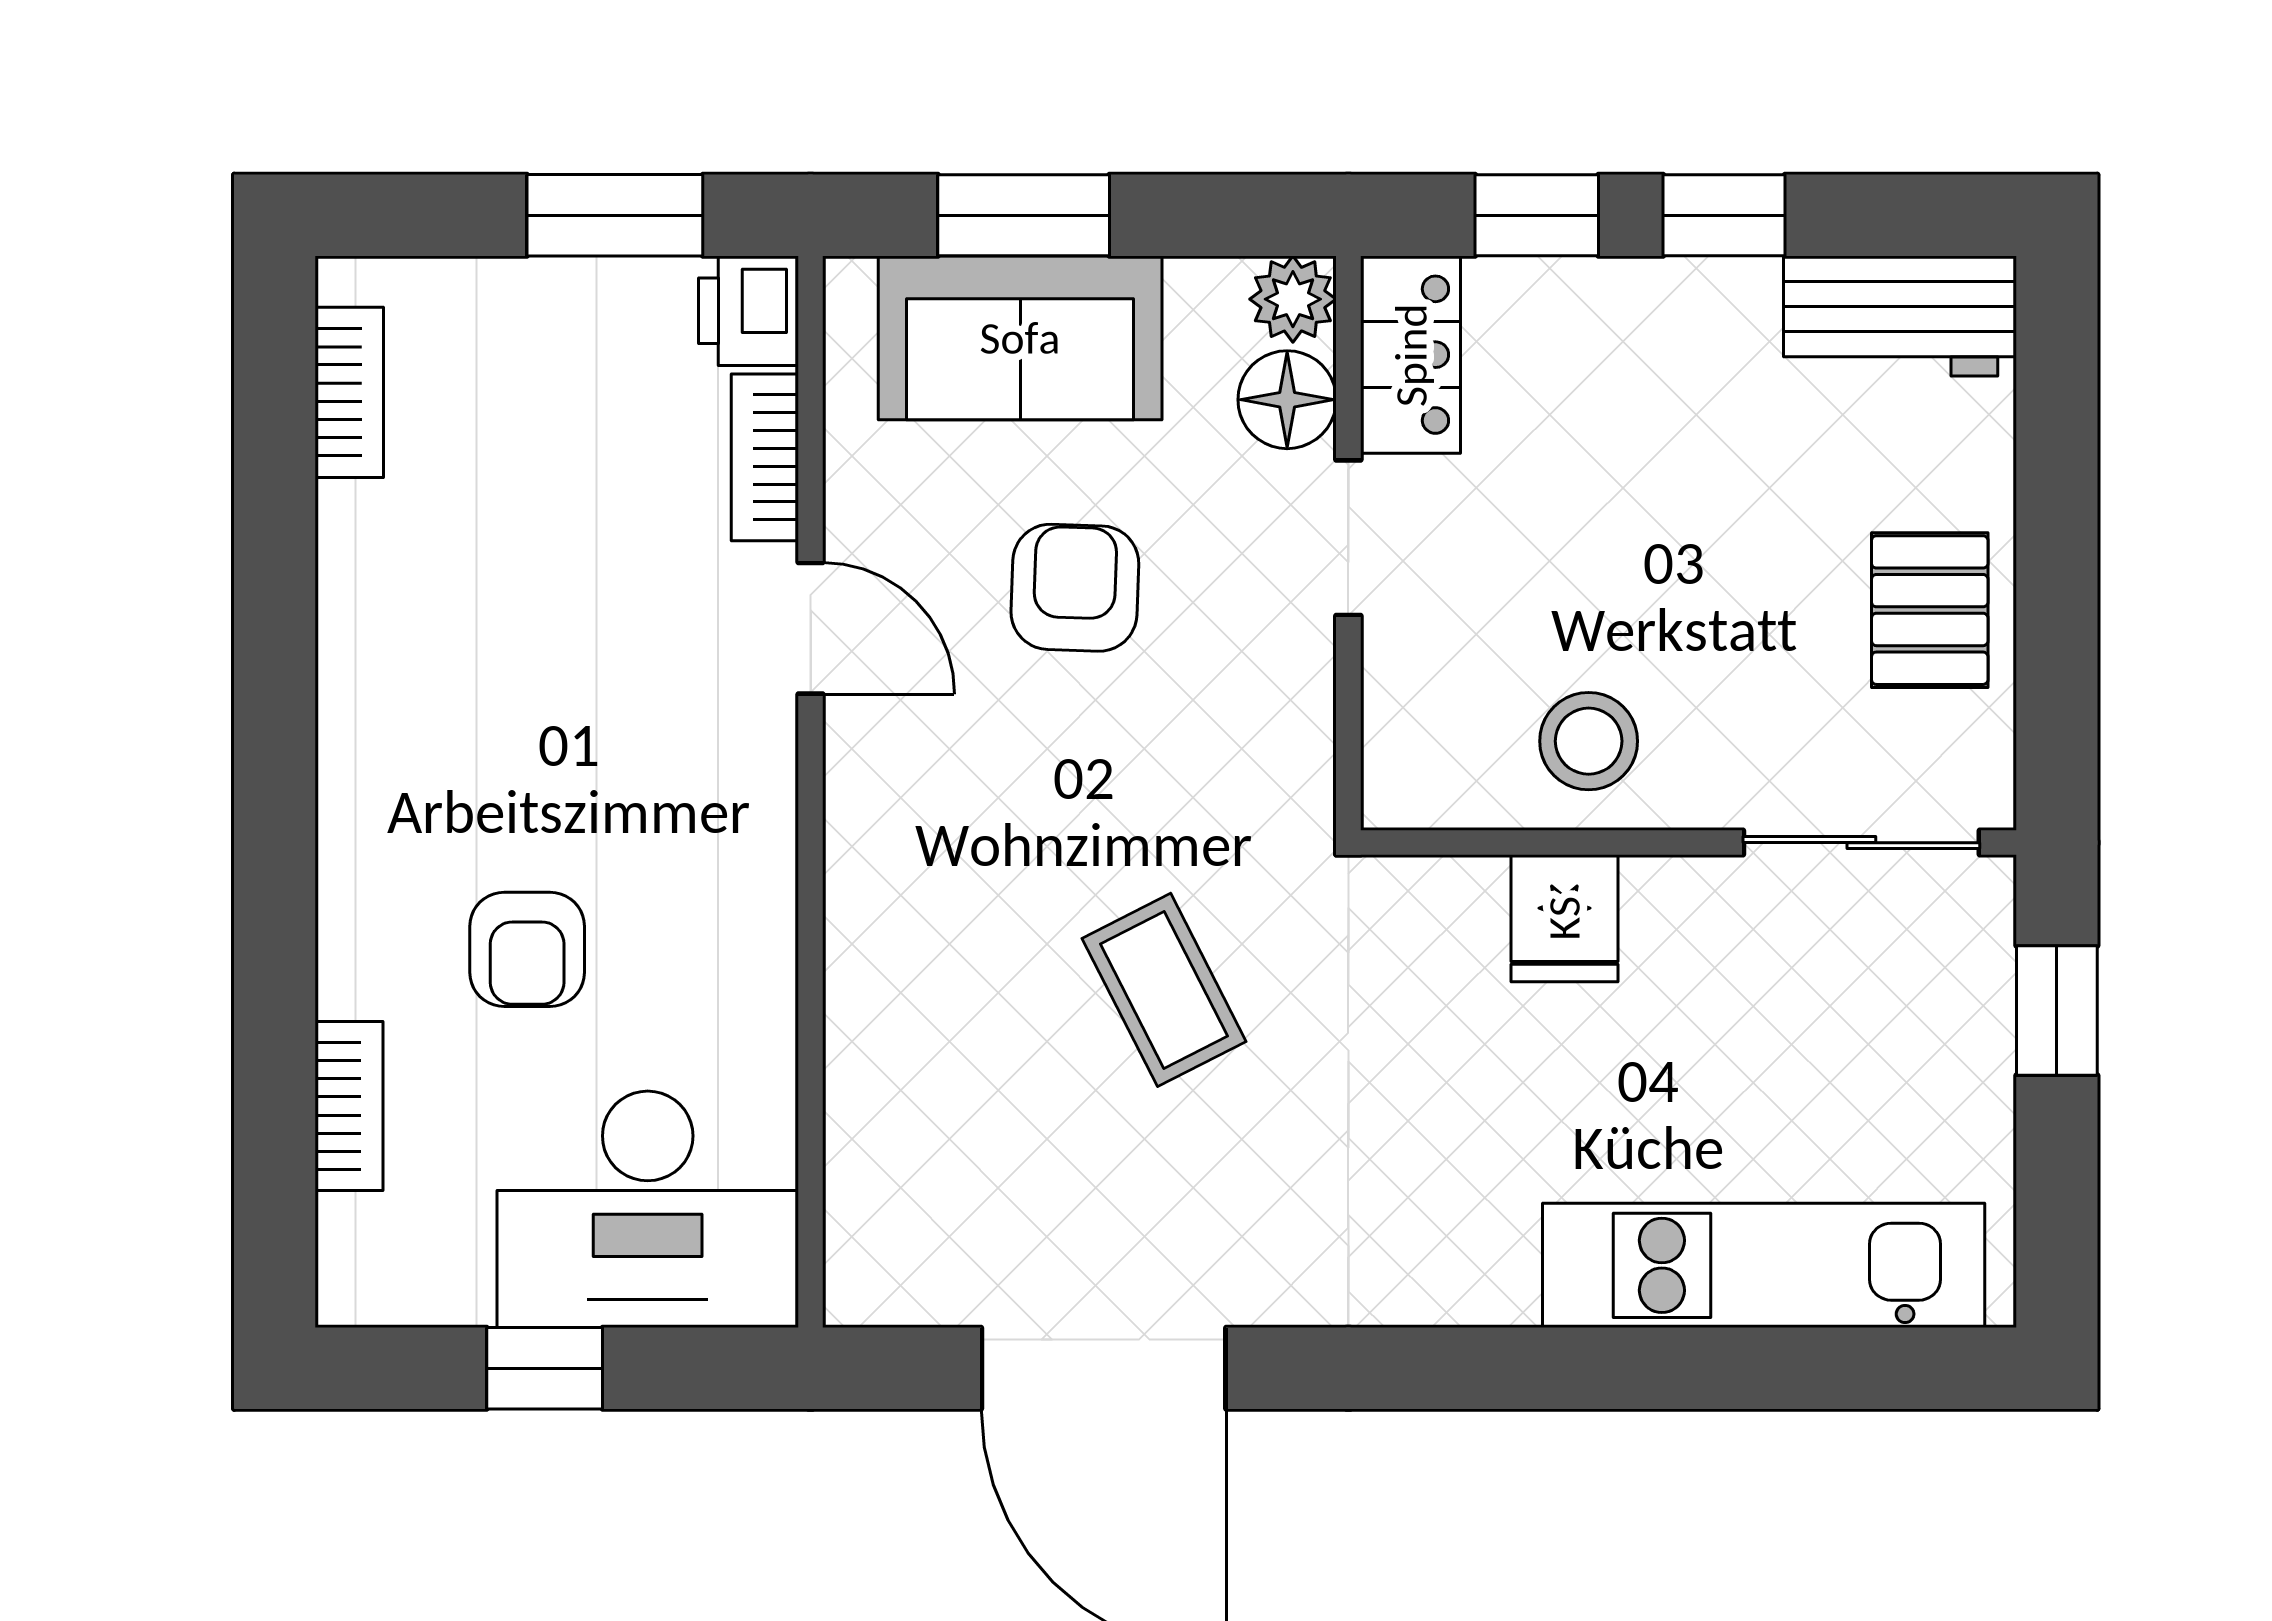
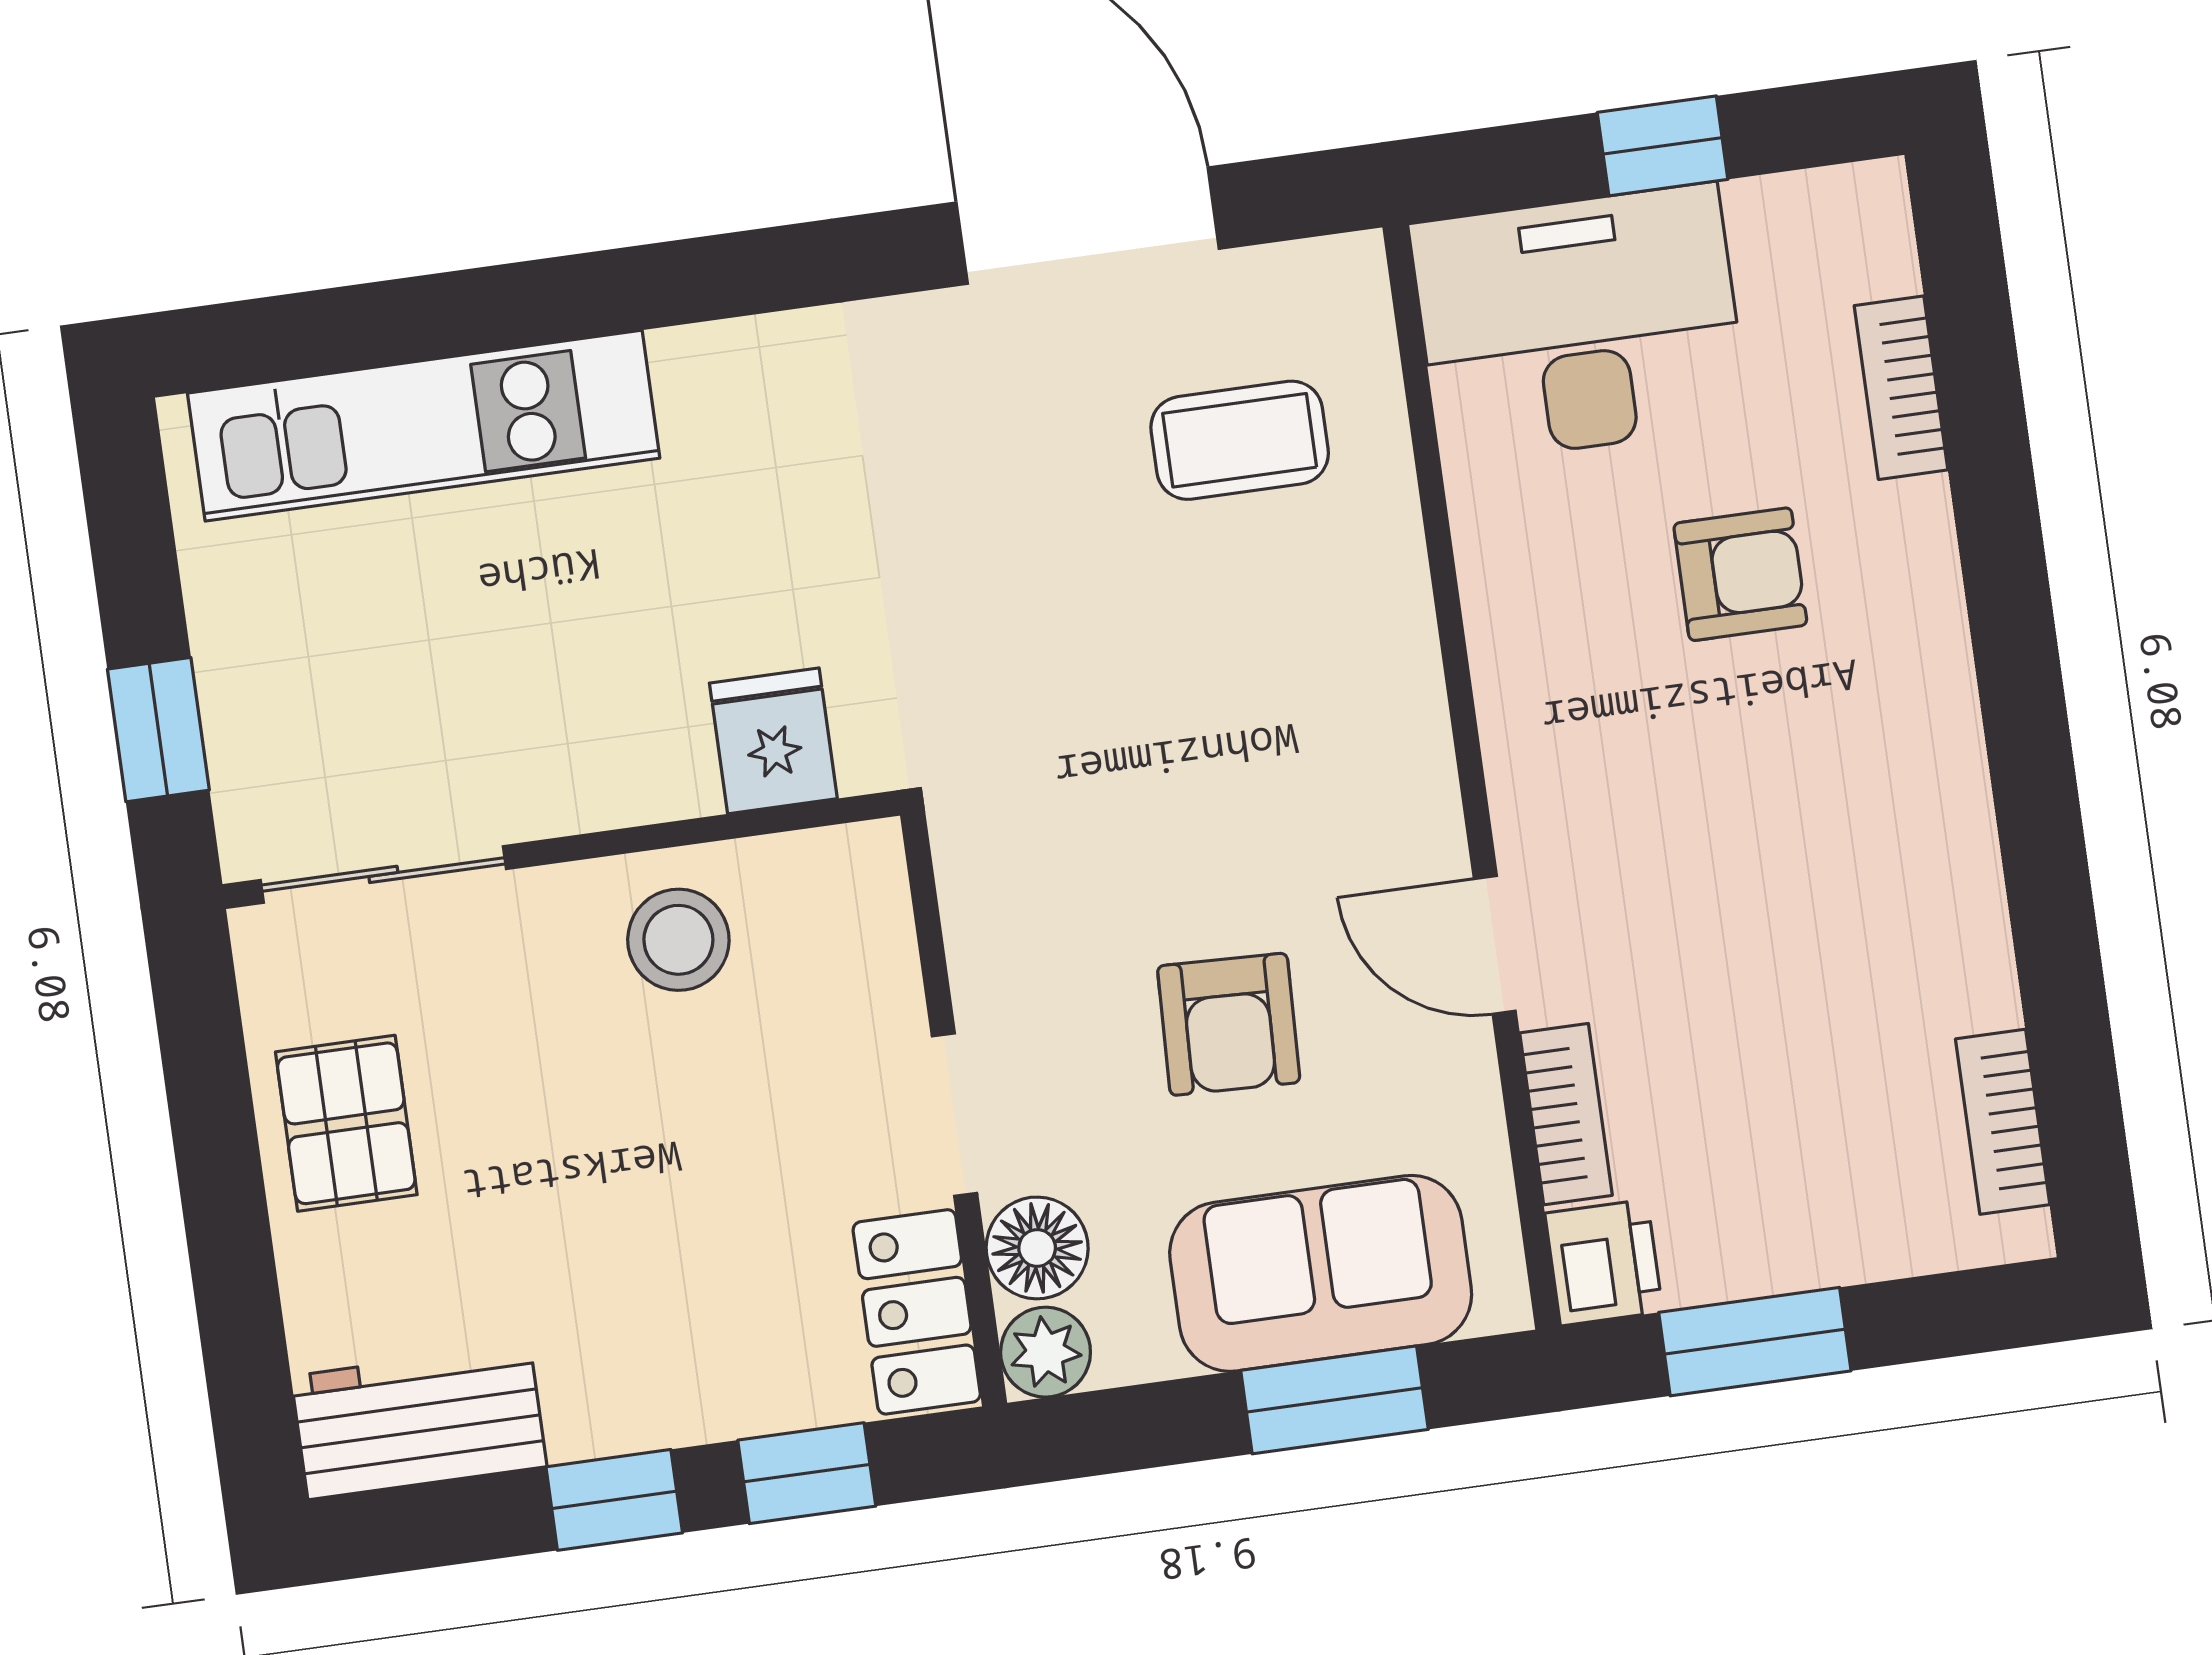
fridge: (1564, 918) -> (773, 741), moved
armchair: (527, 949) -> (1740, 574), turned 90
coffee table: (1164, 990) -> (1240, 440), moved, turned -63

